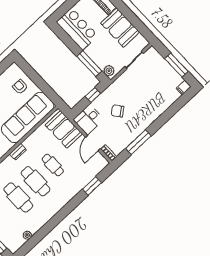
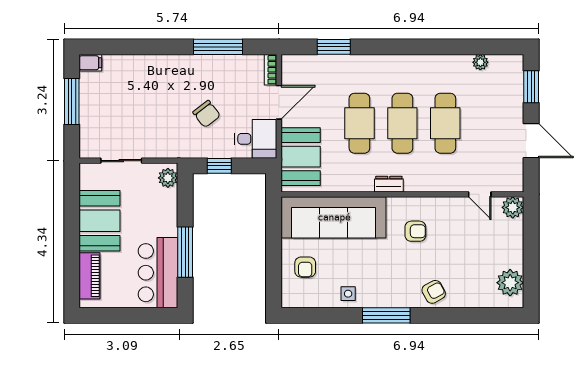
window: (89, 64) -> (185, 252), moved
cafe table: (53, 165) -> (359, 123), width x1.37, depth x1.35

